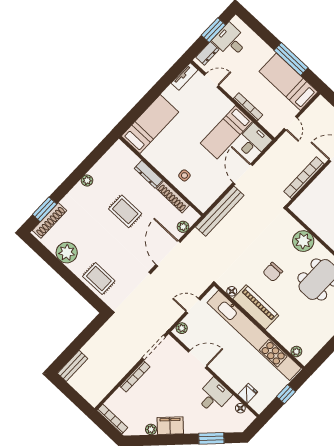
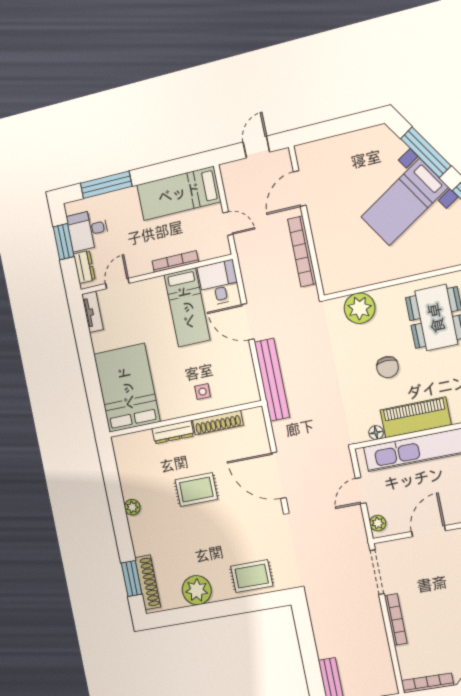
window: (291, 59) -> (106, 185), moved
bed: (150, 124) -> (127, 388), width x1.50
plant: (183, 227) -> (260, 436), removed
plant: (303, 241) -> (360, 308), moved

